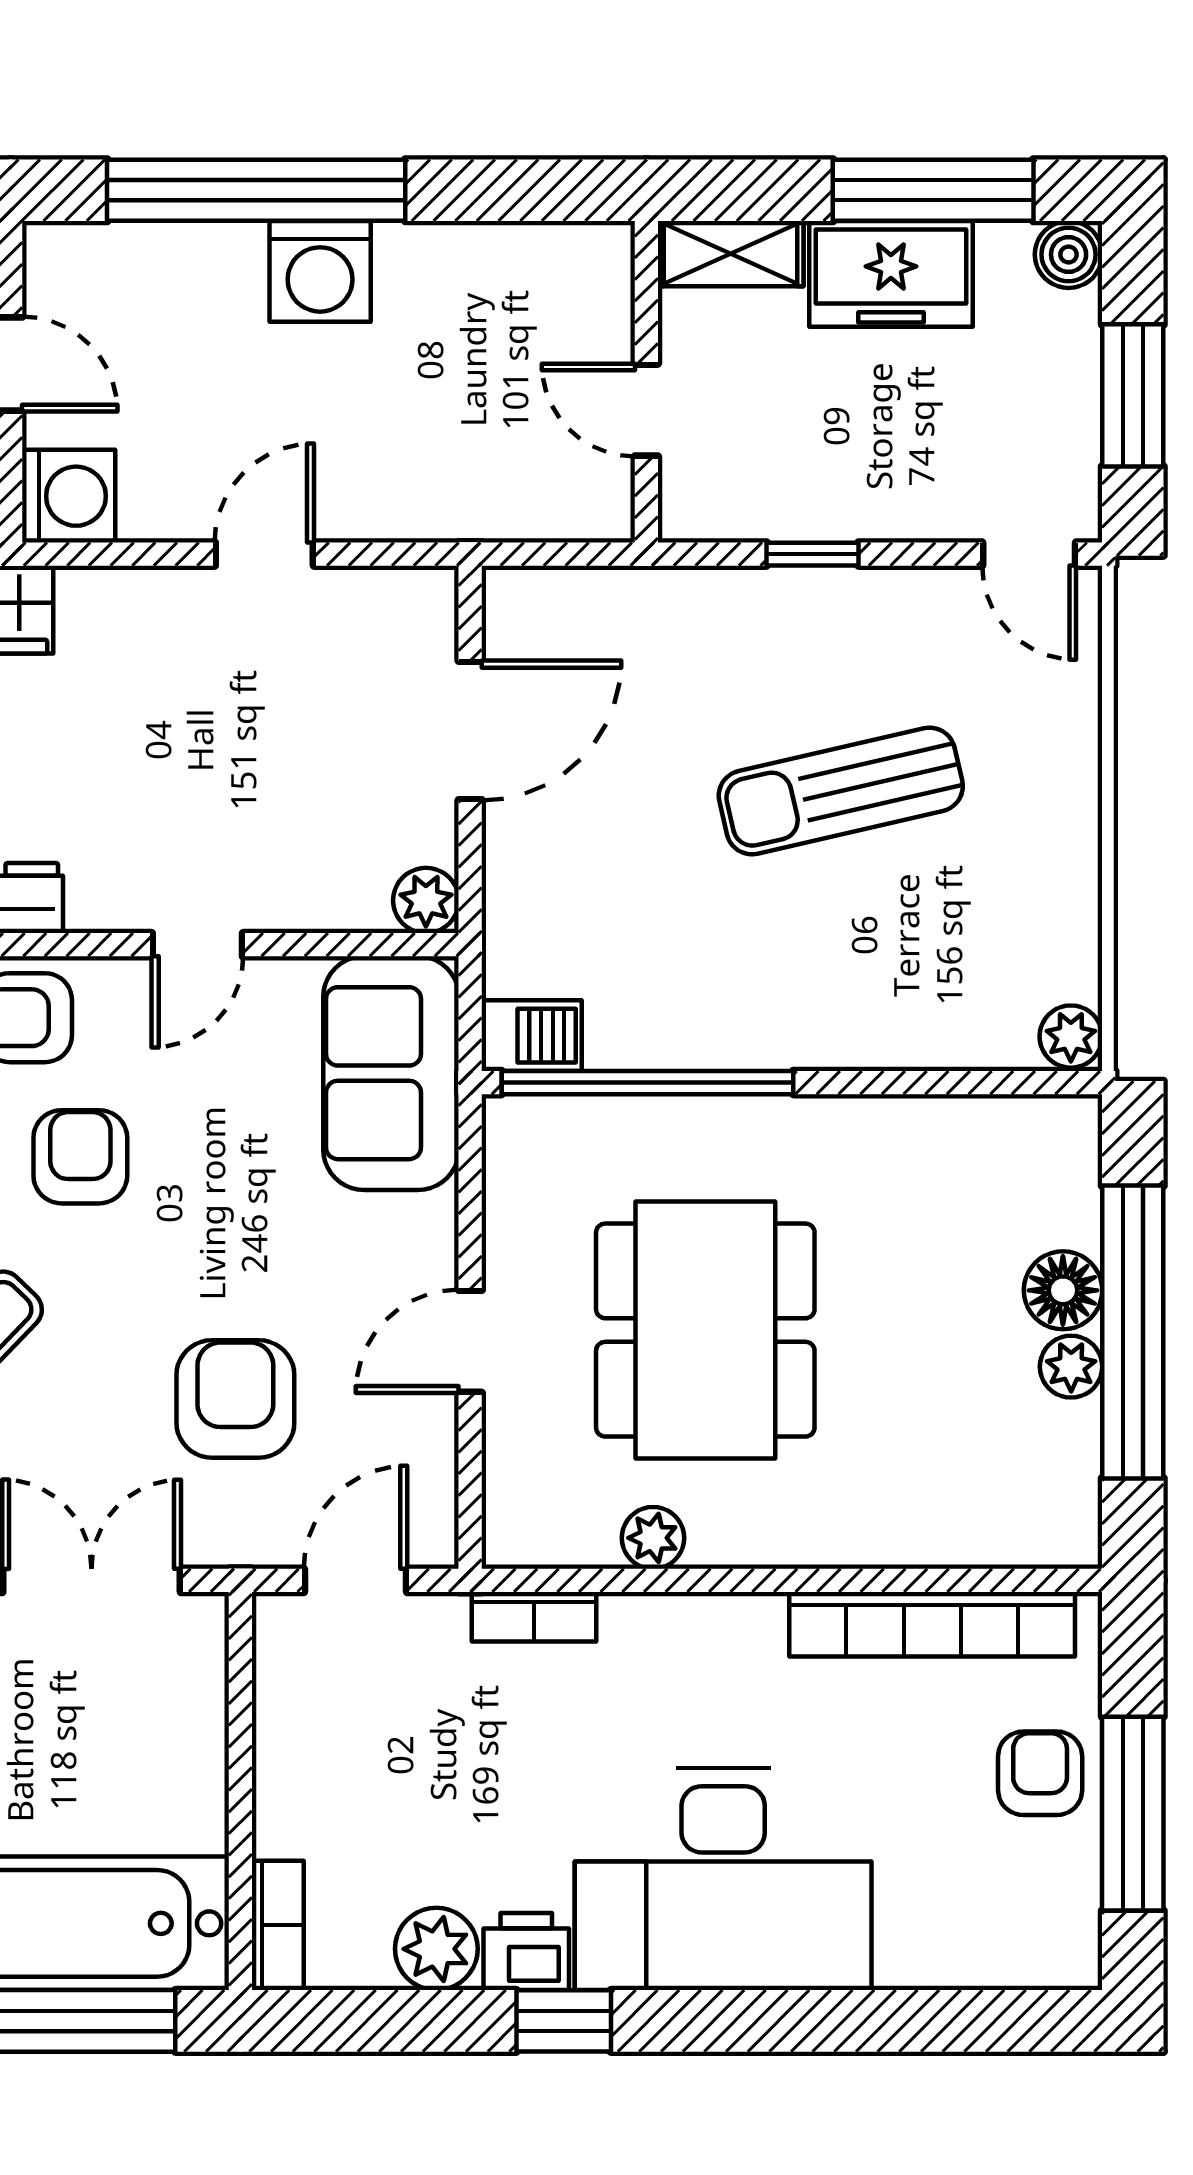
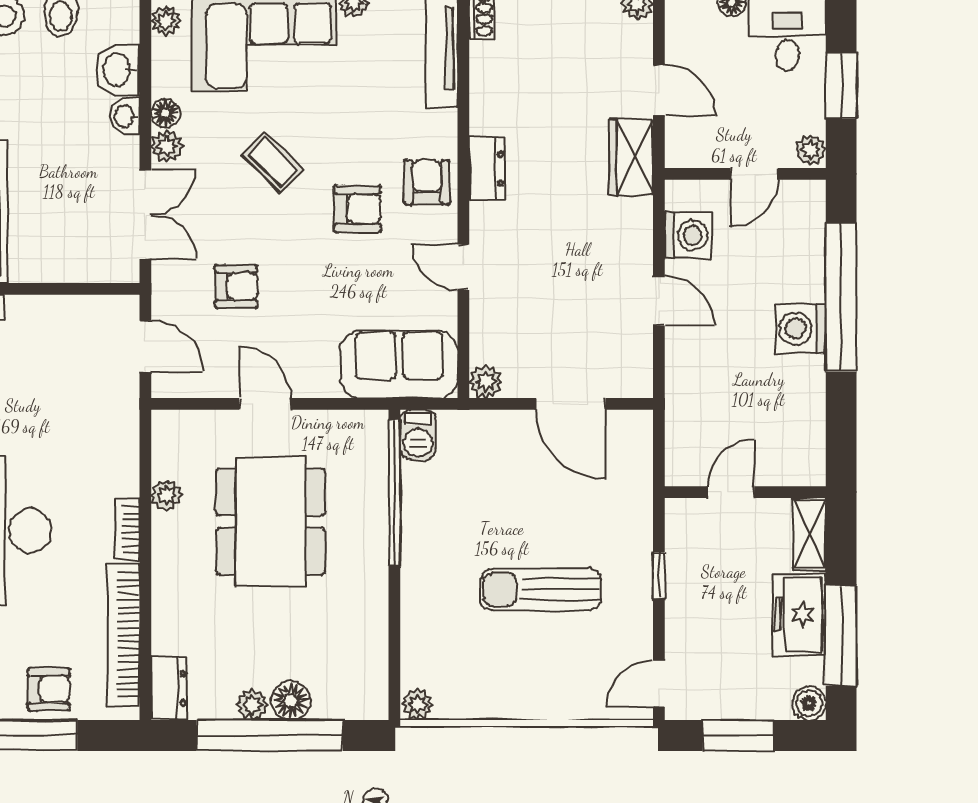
washing machine: (69, 496) -> (688, 235), moved, turned -90
sun lounger: (841, 791) -> (540, 589), turned -77
dining table: (705, 1330) -> (271, 522), turned 90
armchair: (235, 1399) -> (236, 286), width x0.72, depth x0.72
dresser: (1038, 1533) -> (169, 688), added
bookcase: (534, 1617) -> (127, 529), moved

